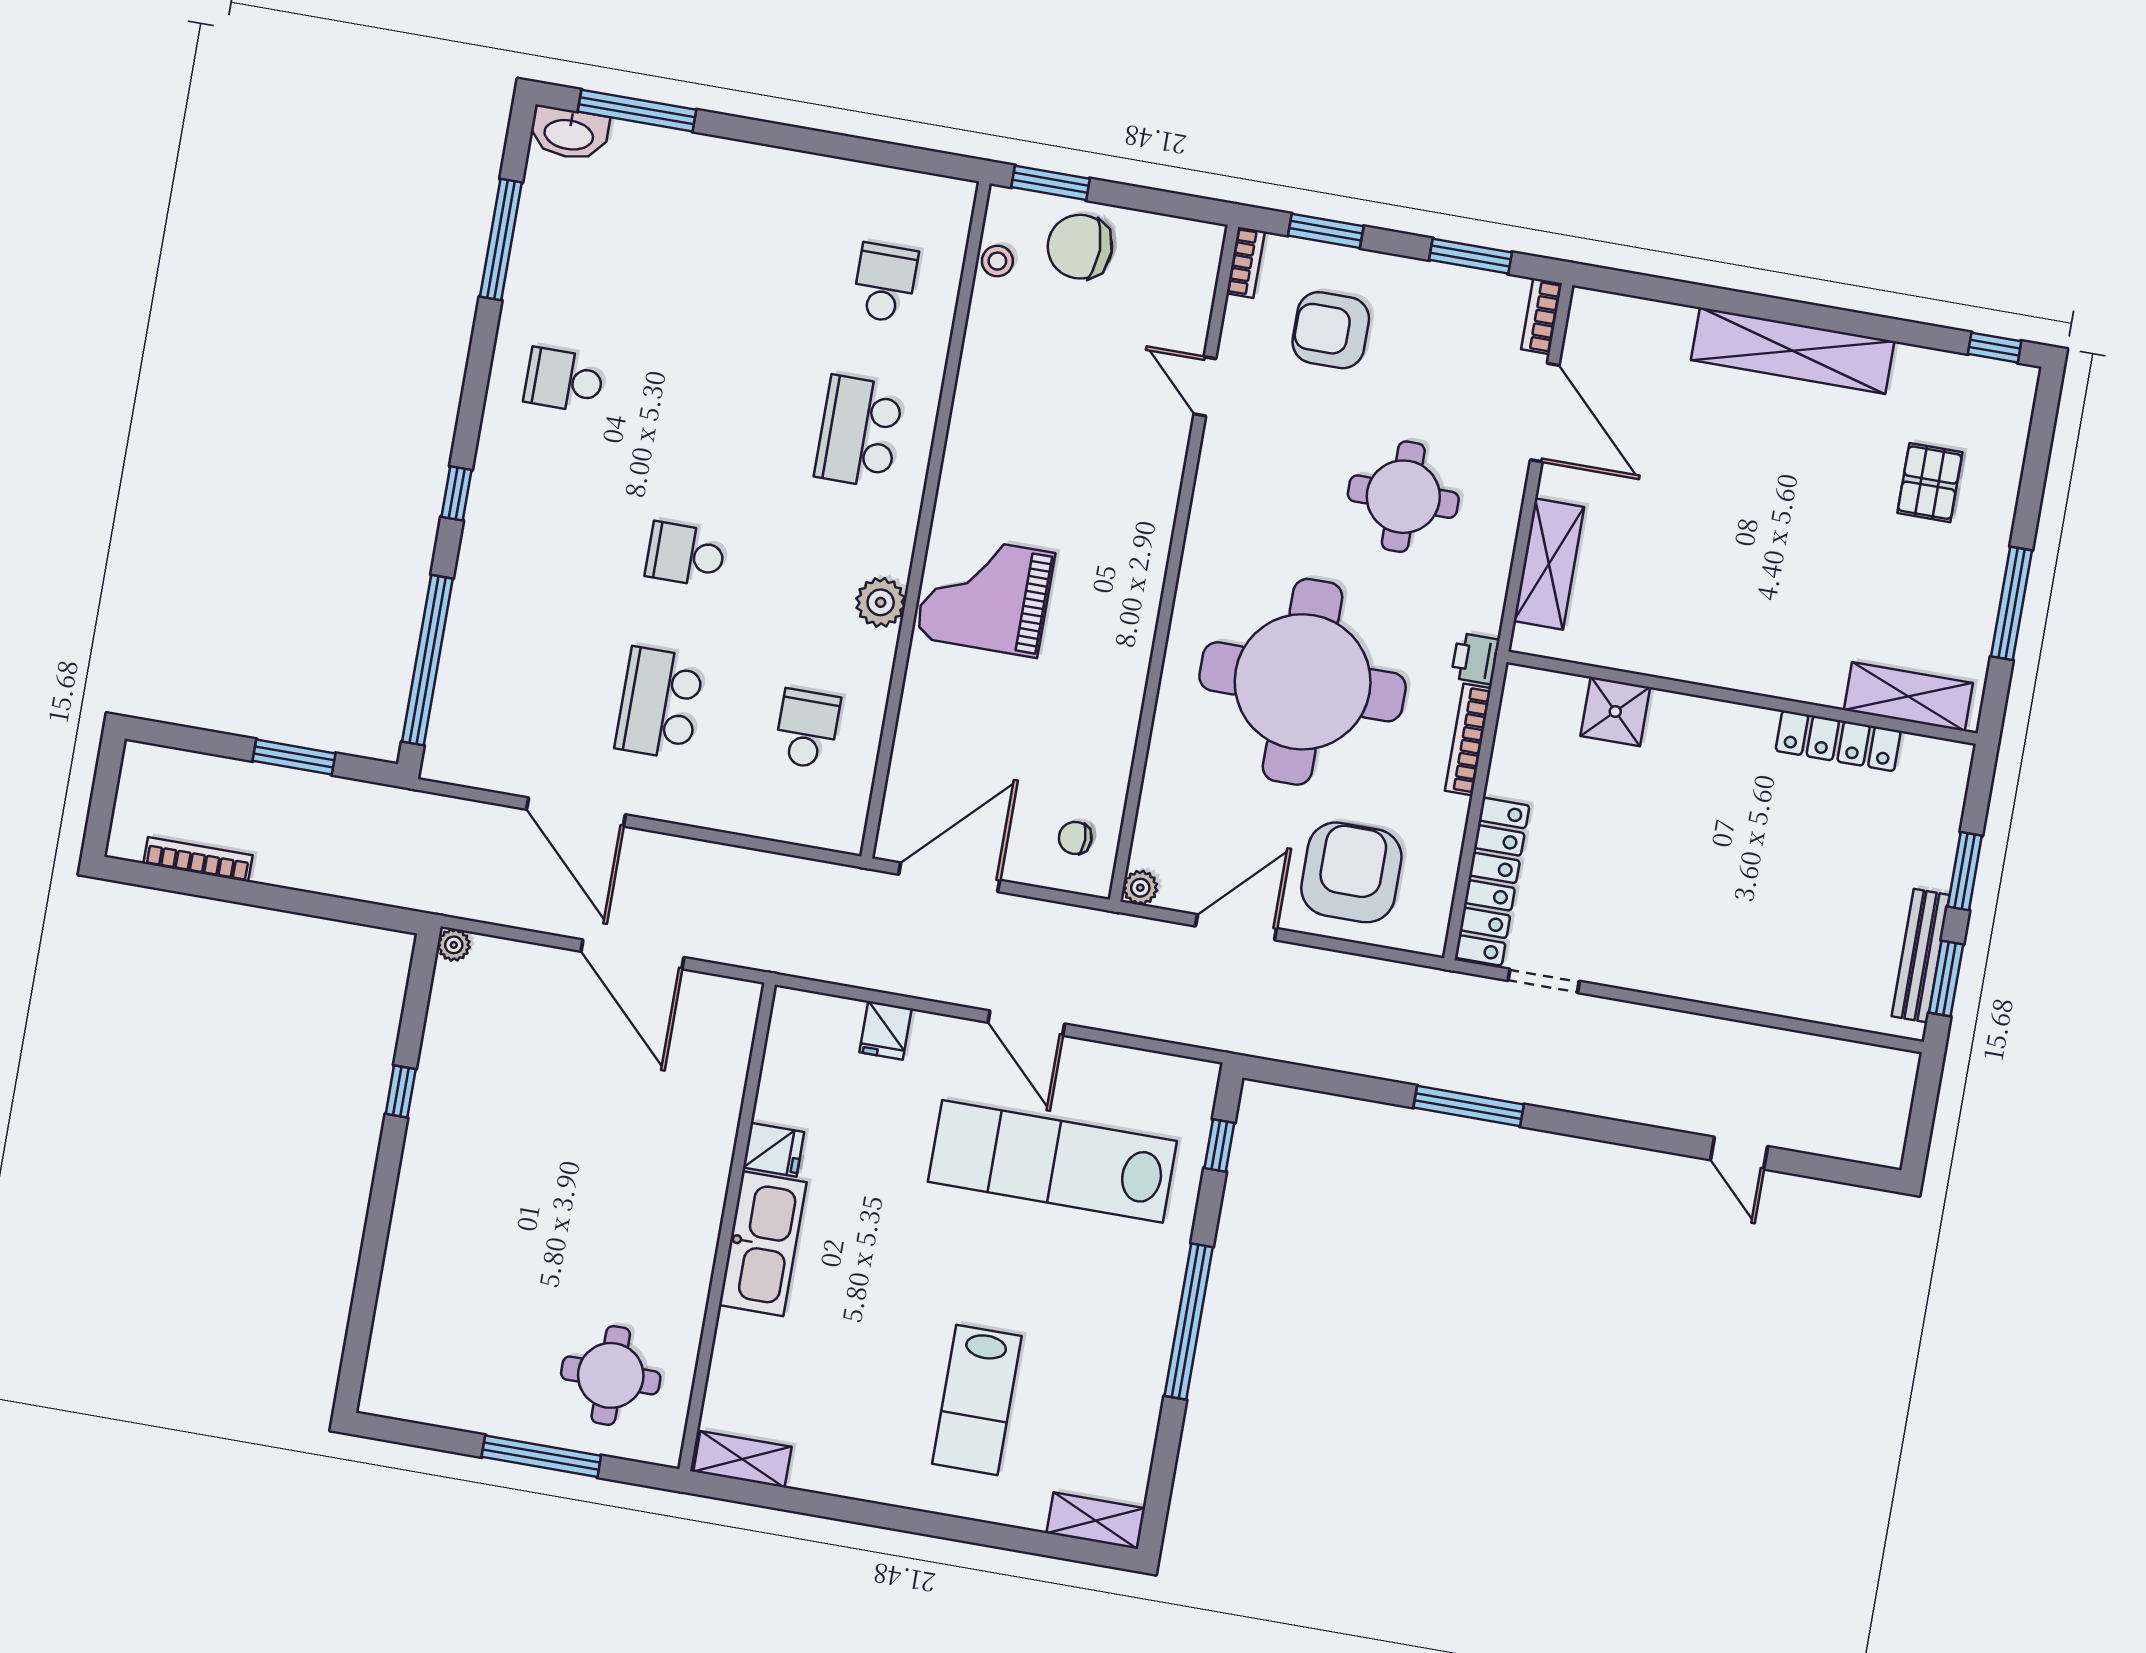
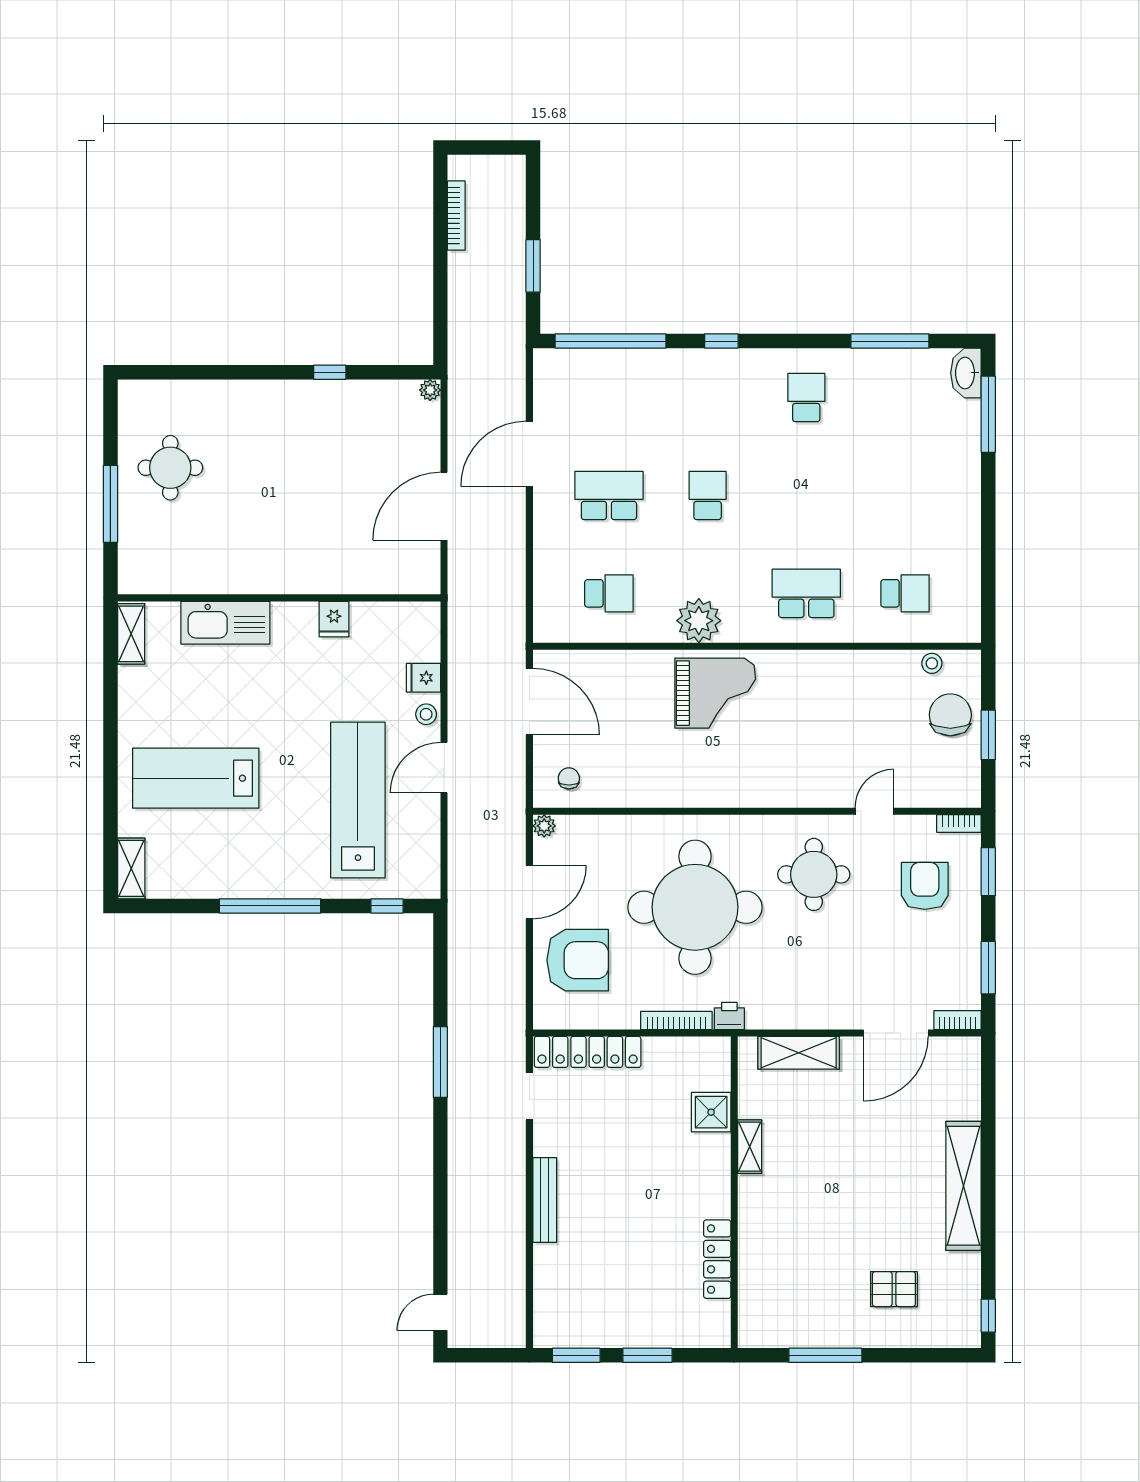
window: (1051, 183) -> (988, 735), moved
round table: (1403, 497) -> (814, 874), moved
grand piano: (985, 595) -> (715, 693), turned 90
plant: (881, 602) -> (699, 621), width x1.36, depth x1.36
shelving: (1908, 697) -> (750, 1147), moved, width x0.67, depth x0.75
door: (1236, 927) -> (529, 892), hinge flipped
bench: (1921, 956) -> (545, 1200), moved, turned 90
stool: (941, 1036) -> (426, 714), added
door: (1739, 1153) -> (440, 1312), moved
kitchen sink: (763, 1244) -> (225, 623), moved
round table: (611, 1375) -> (170, 468), moved
lab bench: (977, 1400) -> (196, 778), width x1.36, depth x1.39

